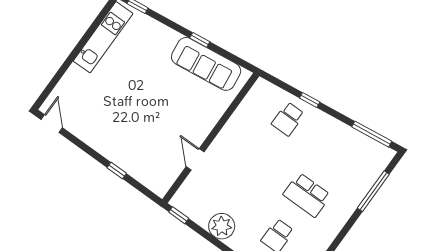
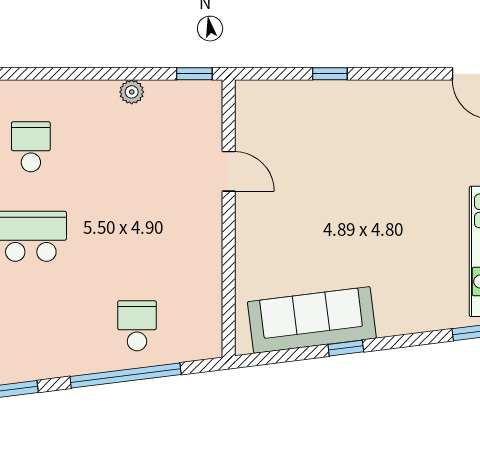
window: (310, 100) -> (126, 376), width x3.17
plant: (222, 226) -> (132, 92), width x0.53, depth x0.53

